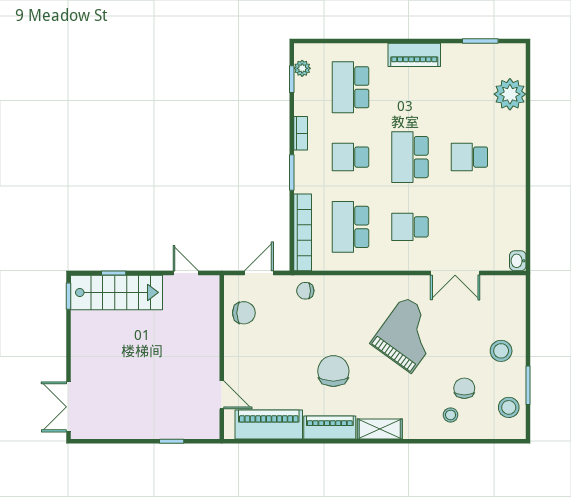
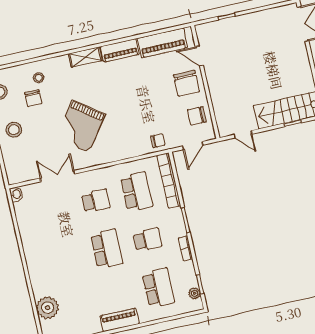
school desk: (469, 157) -> (66, 258), removed
chair: (333, 371) -> (186, 83), moved

